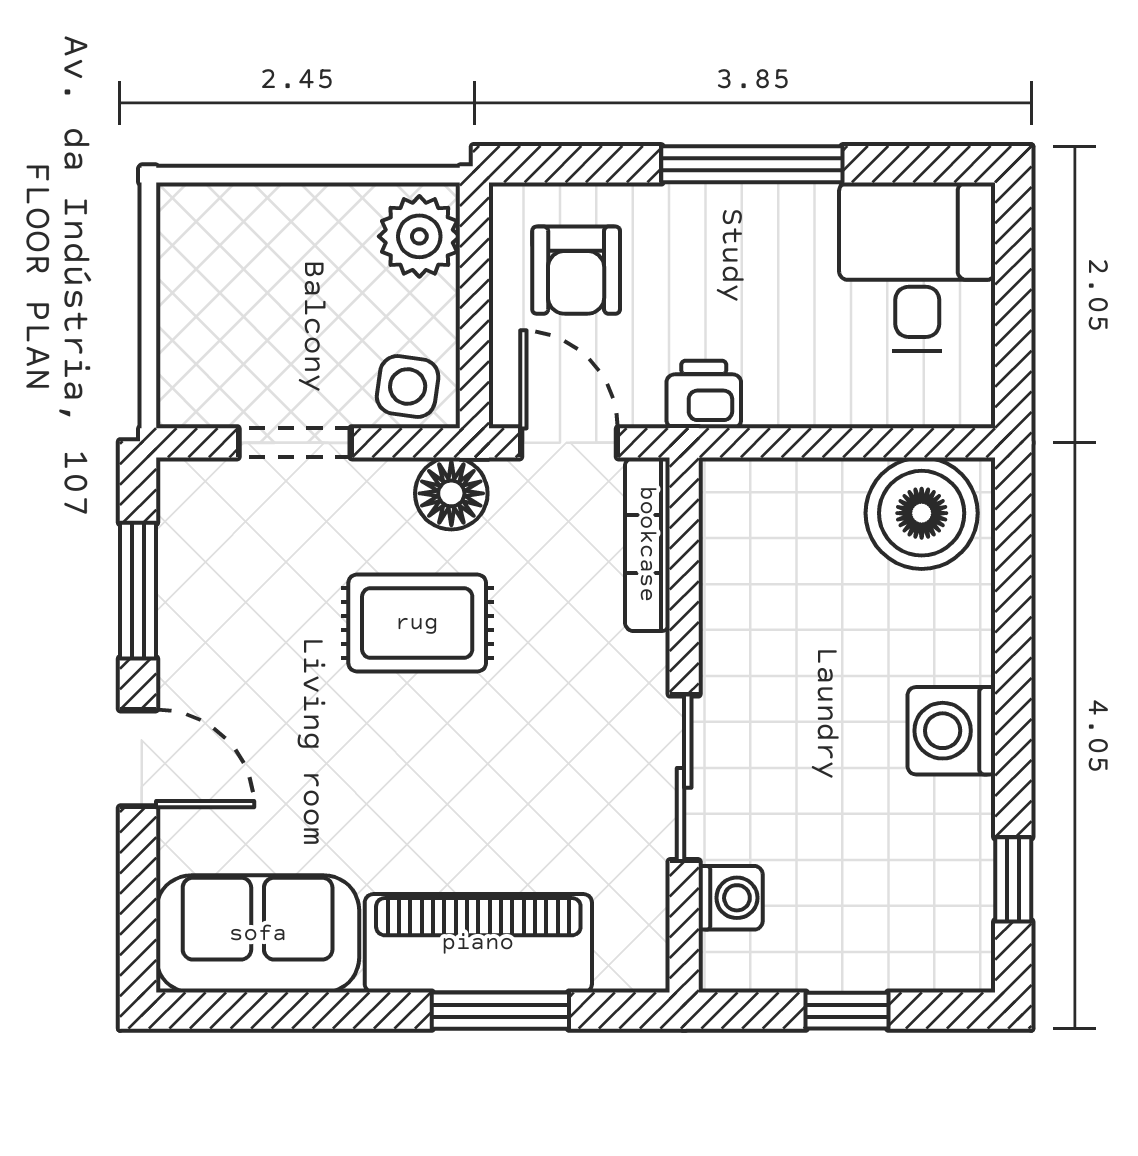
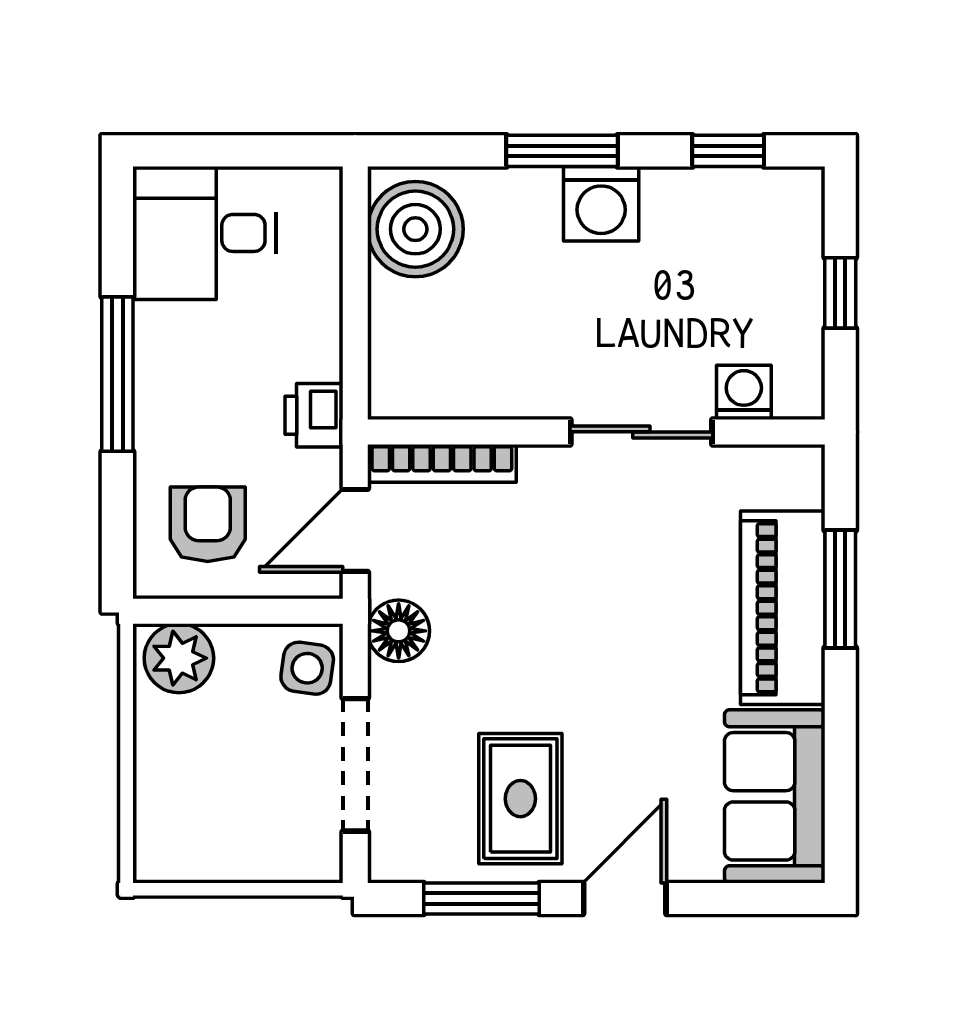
armchair: (576, 270) -> (208, 524), turned -90
doorway: (295, 443) -> (355, 765), width x1.38
rug: (417, 623) -> (520, 799), moved
window: (1013, 685) -> (562, 151), added

